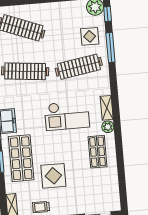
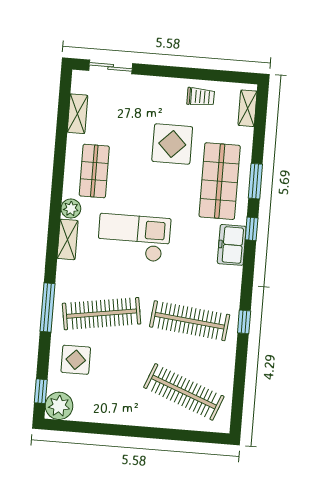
window: (110, 47) -> (48, 308), moved
shelving: (113, 184) -> (77, 114), added

